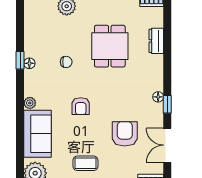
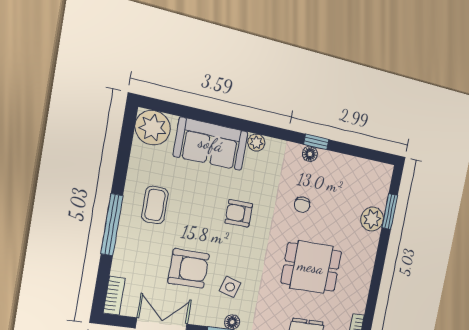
side table: (133, 103) -> (230, 287), added

